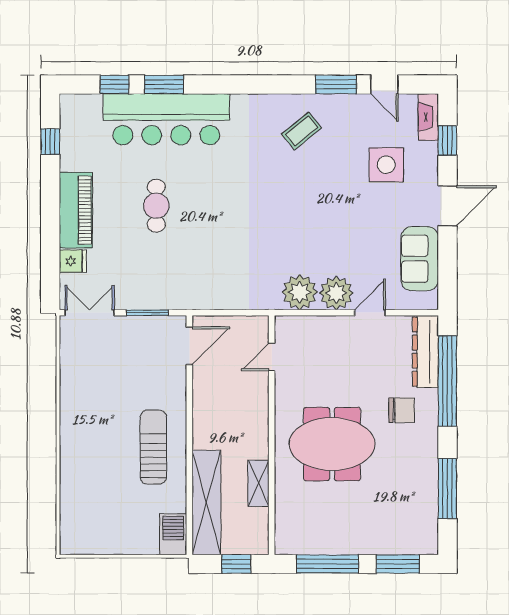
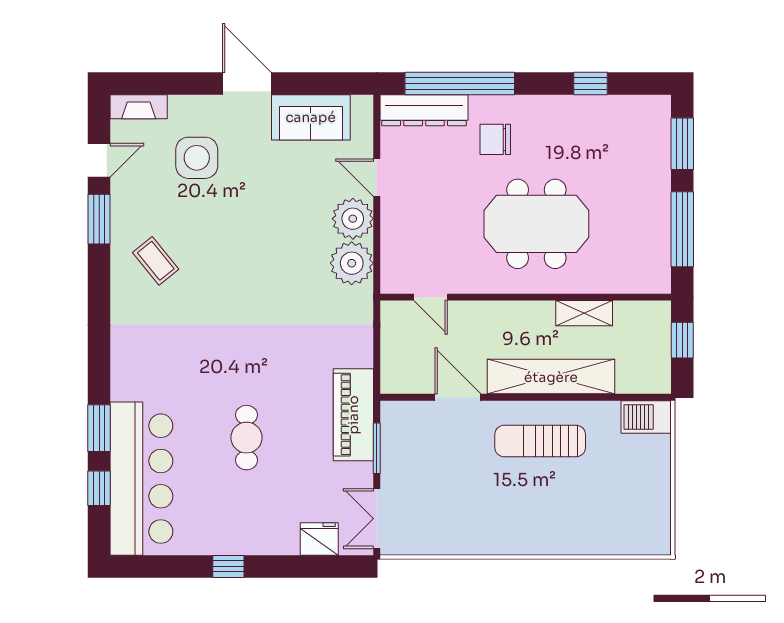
bar counter: (166, 119) -> (141, 479), moved
window: (447, 140) -> (167, 83), removed
window: (50, 142) -> (228, 566), moved
cafe table: (156, 206) -> (247, 438), turned 90
piano: (76, 210) -> (353, 415), moved, turned -90
fridge: (73, 261) -> (319, 539), width x1.38
door: (189, 346) -> (458, 397), moved
chair: (402, 410) -> (495, 139), turned -90
meeting table: (332, 444) -> (536, 224), turned 90
window: (447, 489) -> (591, 83), width x0.46
shelving: (206, 502) -> (551, 377), moved

